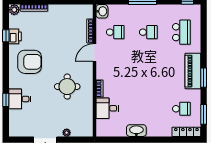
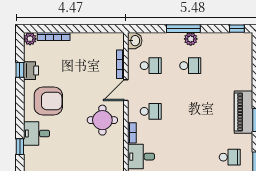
plant: (149, 10) -> (191, 39), added
school desk: (181, 32) -> (151, 111), moved, width x0.54
round table: (67, 87) -> (102, 120), moved
desk: (20, 99) -> (36, 133), moved

